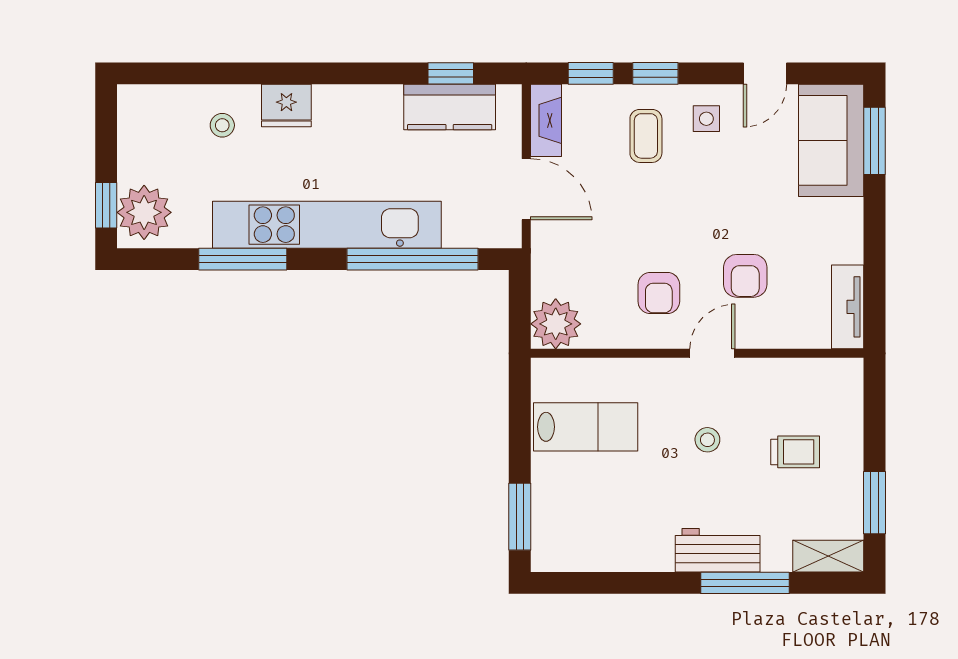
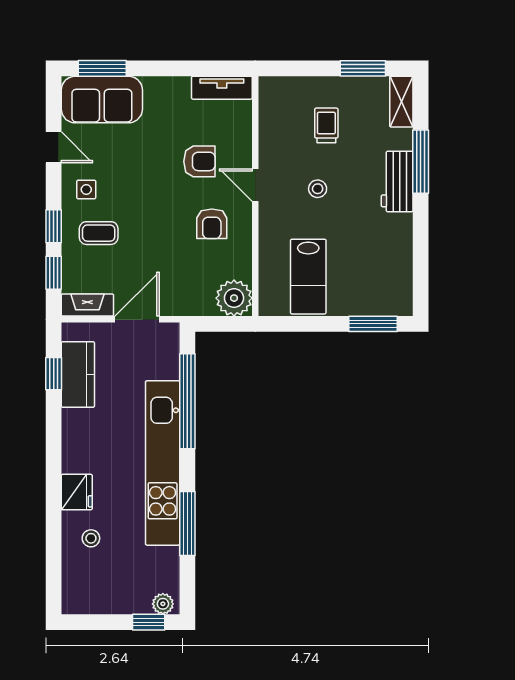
plant: (144, 212) -> (163, 604), width x0.53, depth x0.53
armchair: (659, 293) -> (212, 224), turned 90
lab bench: (586, 427) -> (308, 277), turned 180

